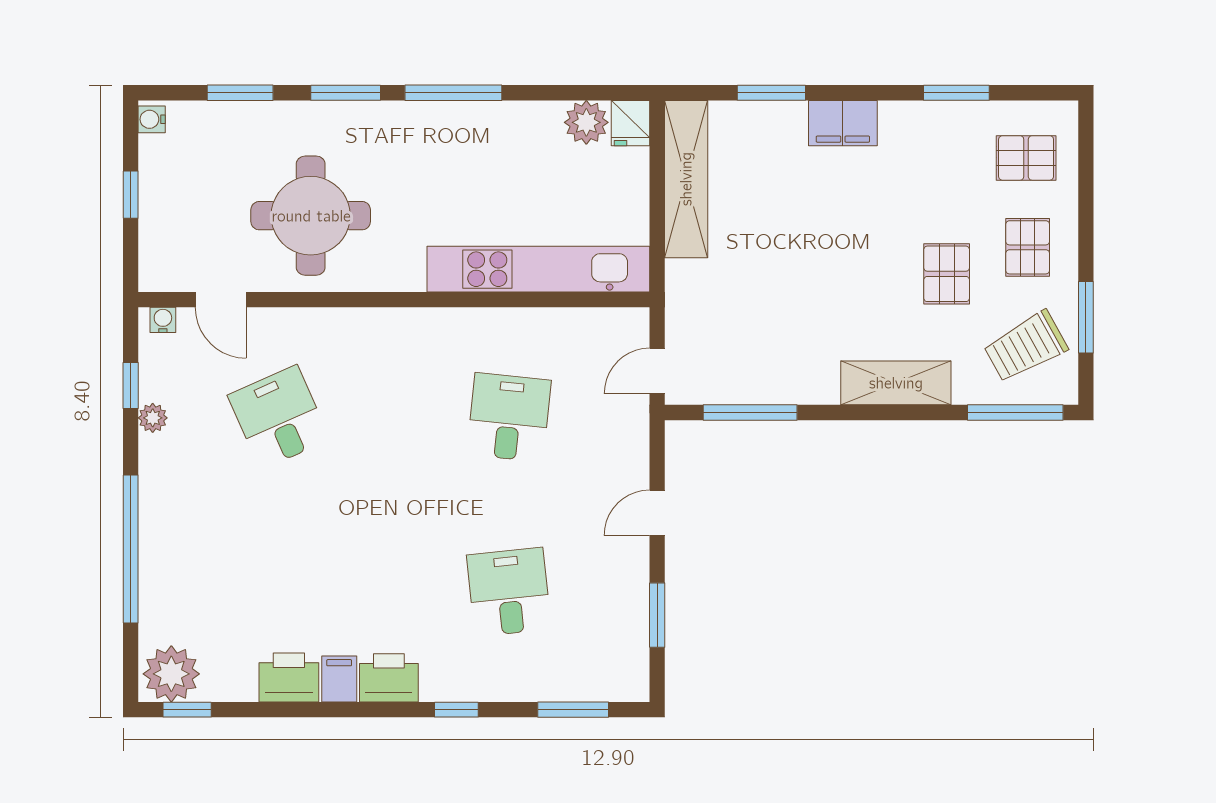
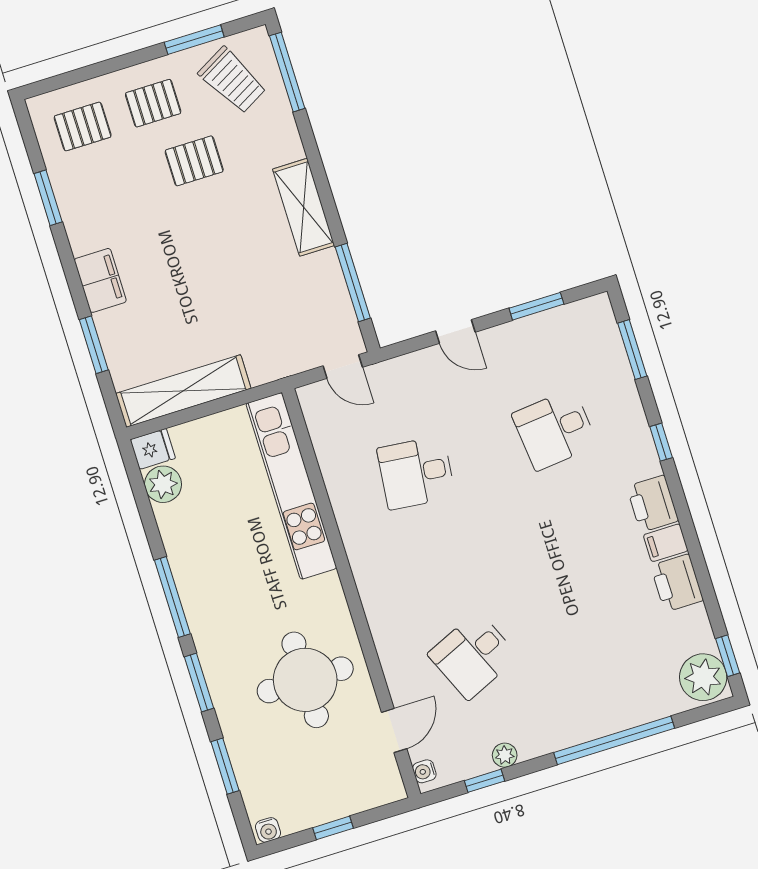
pallet: (1026, 158) -> (83, 126), turned 90
shelving: (896, 383) -> (304, 207), moved

